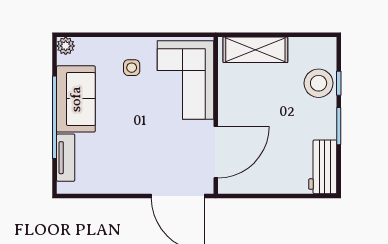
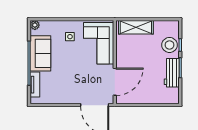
workbench: (323, 167) -> (172, 73), moved

